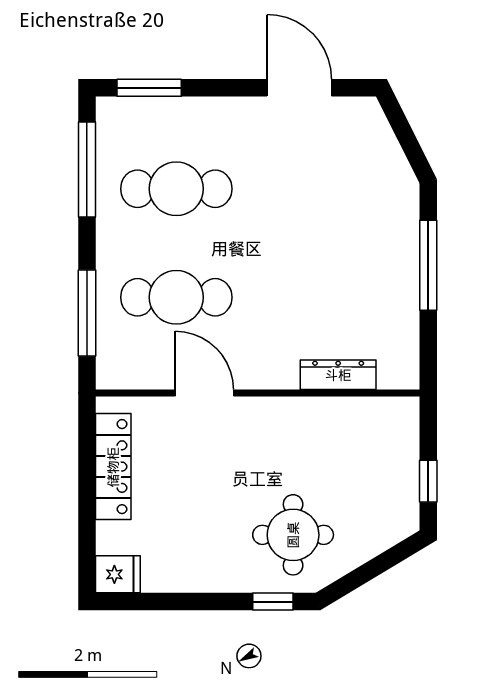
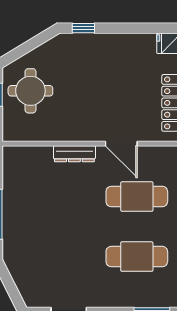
dresser: (338, 375) -> (74, 154), moved
round table: (293, 535) -> (30, 91), moved

